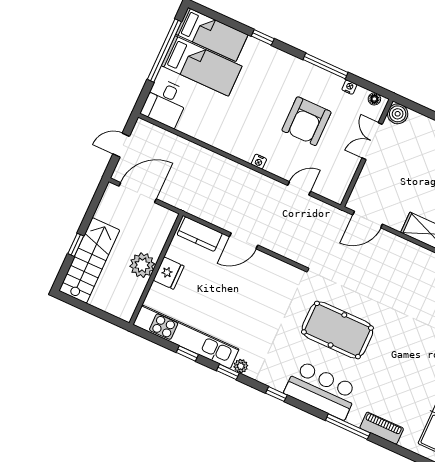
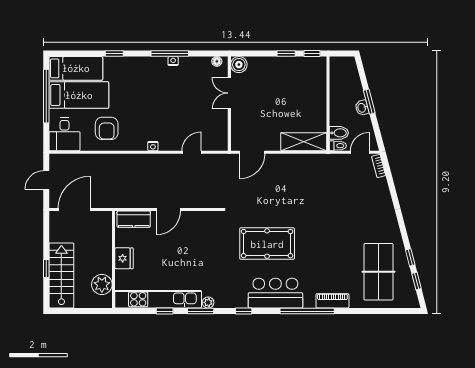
nightstand: (349, 87) -> (173, 61), moved
armchair: (306, 121) -> (107, 128), moved, width x0.73, depth x0.73
plant: (142, 265) -> (102, 285), moved
window: (228, 372) -> (201, 311), width x1.50
window: (348, 427) -> (307, 311), width x1.46

